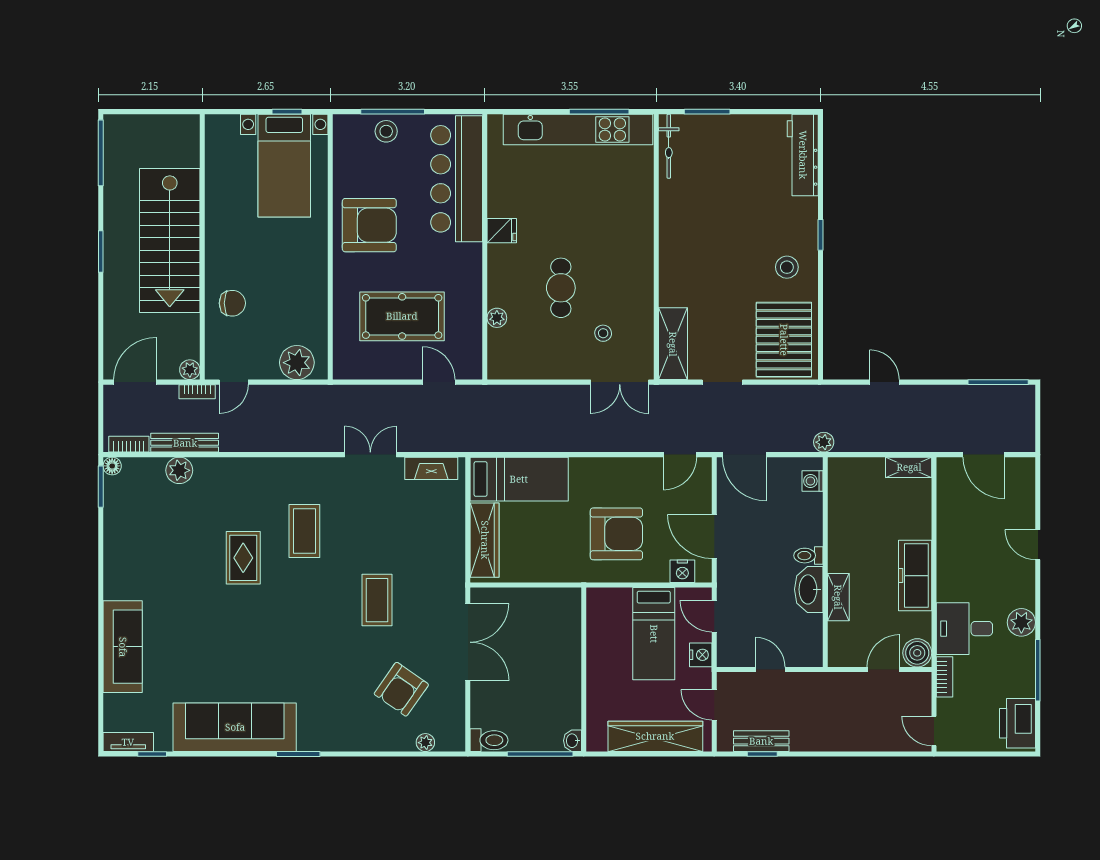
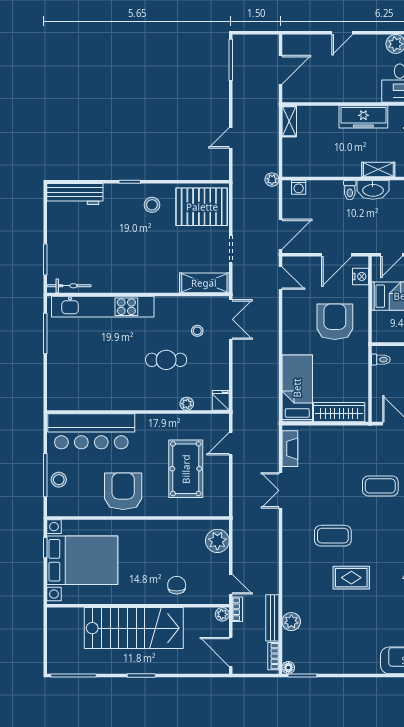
kitchen unit: (578, 129) -> (103, 307), moved, turned 90
bed with nightstands: (284, 166) -> (82, 560), width x1.36
fridge: (502, 231) -> (221, 400), moved
toilet: (561, 601) -> (381, 360), added

